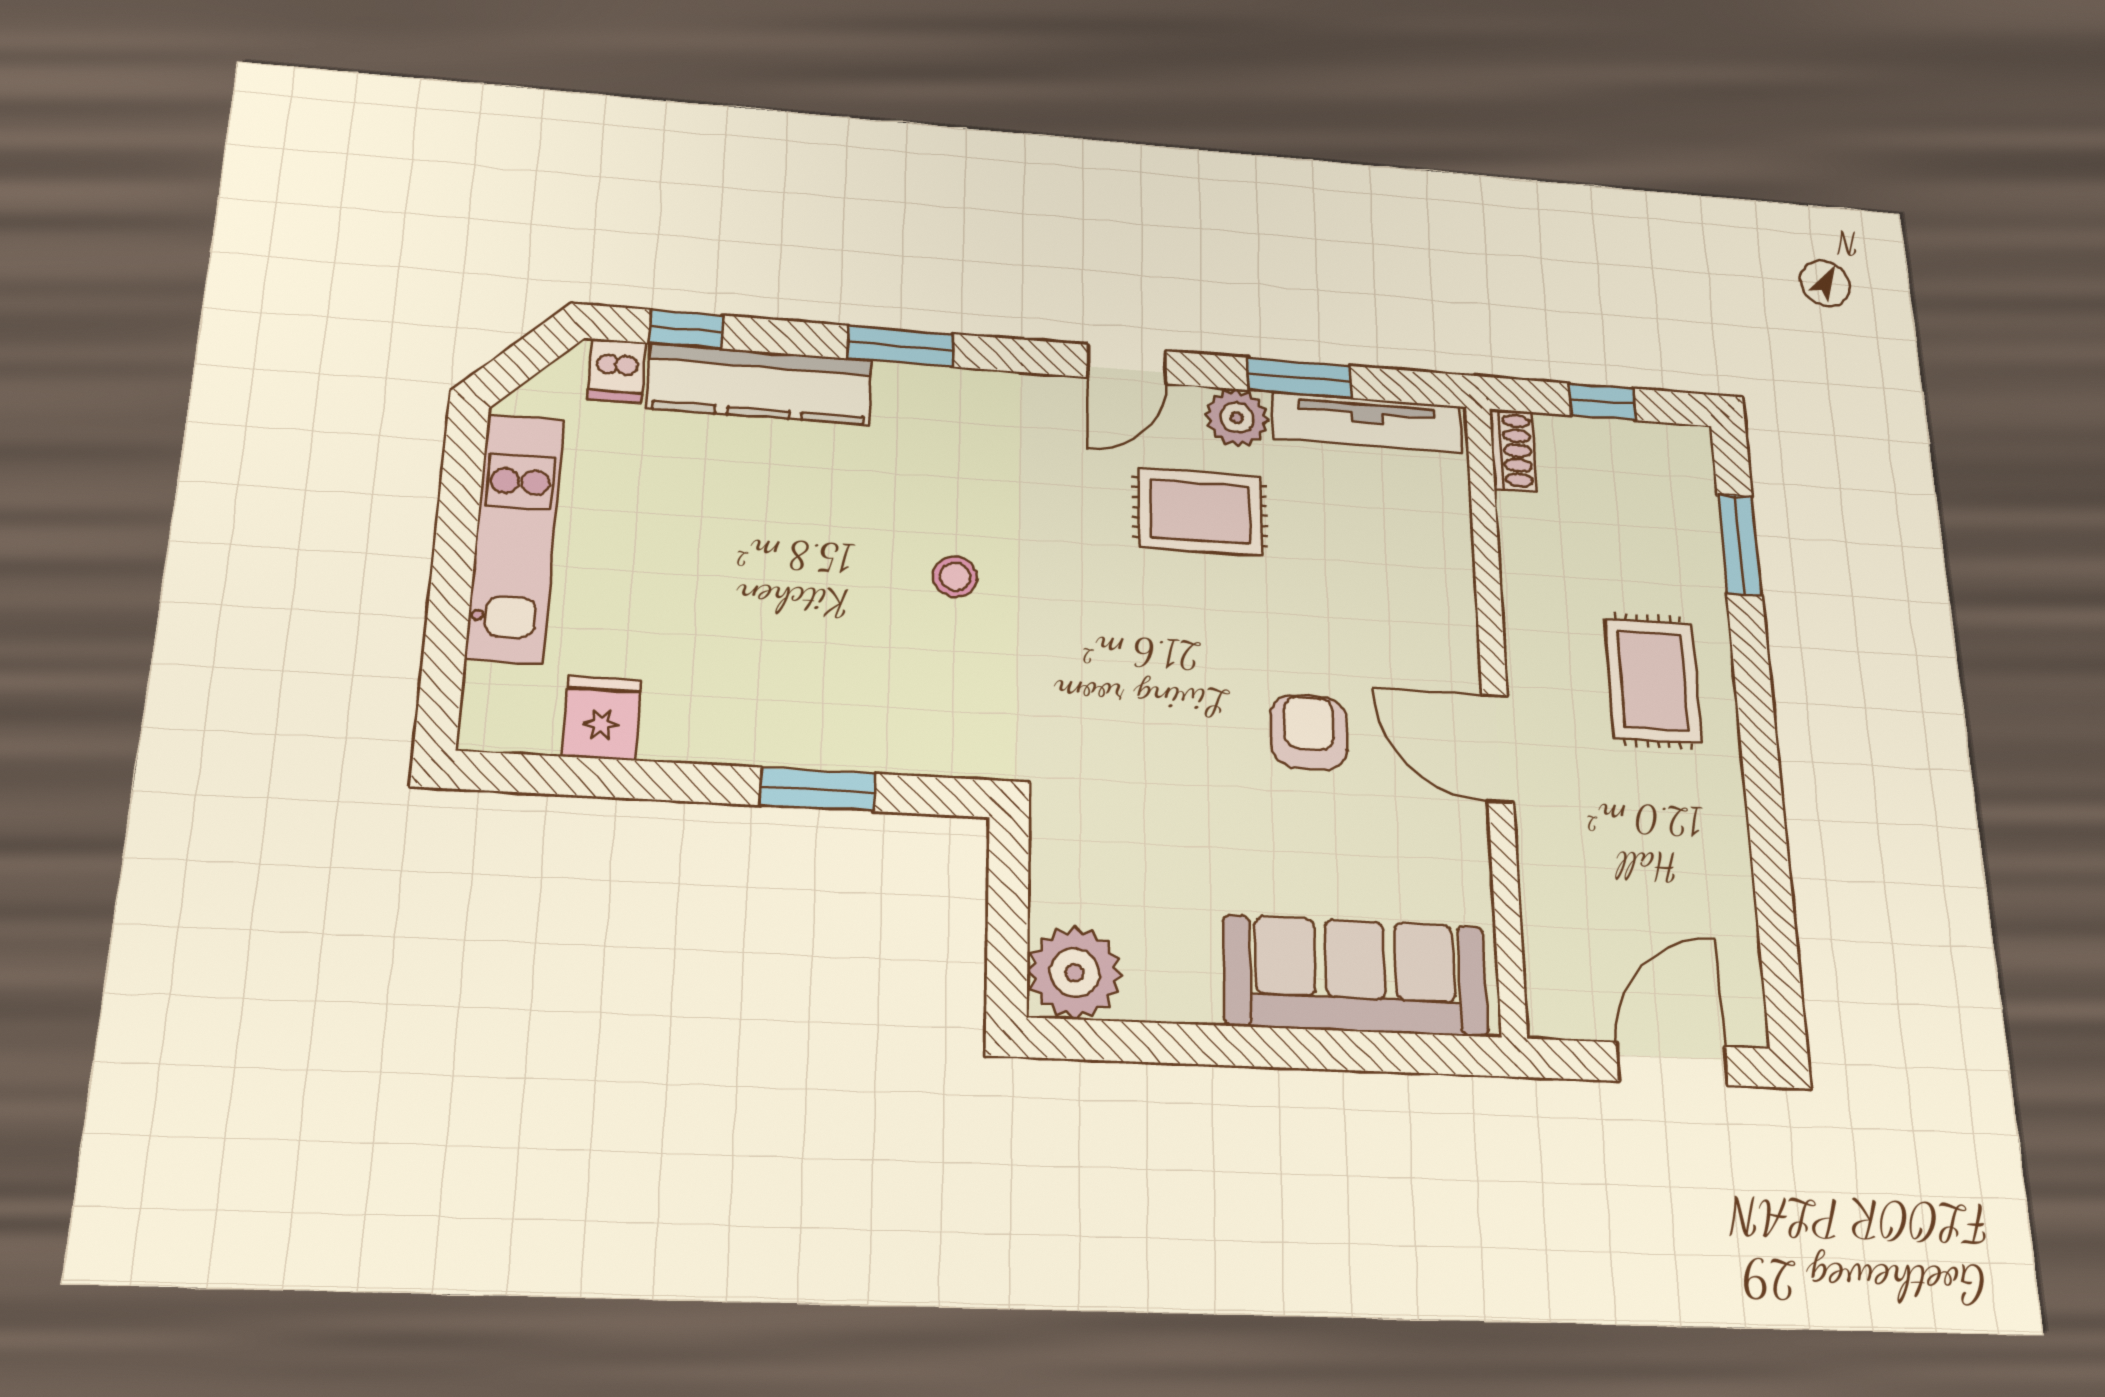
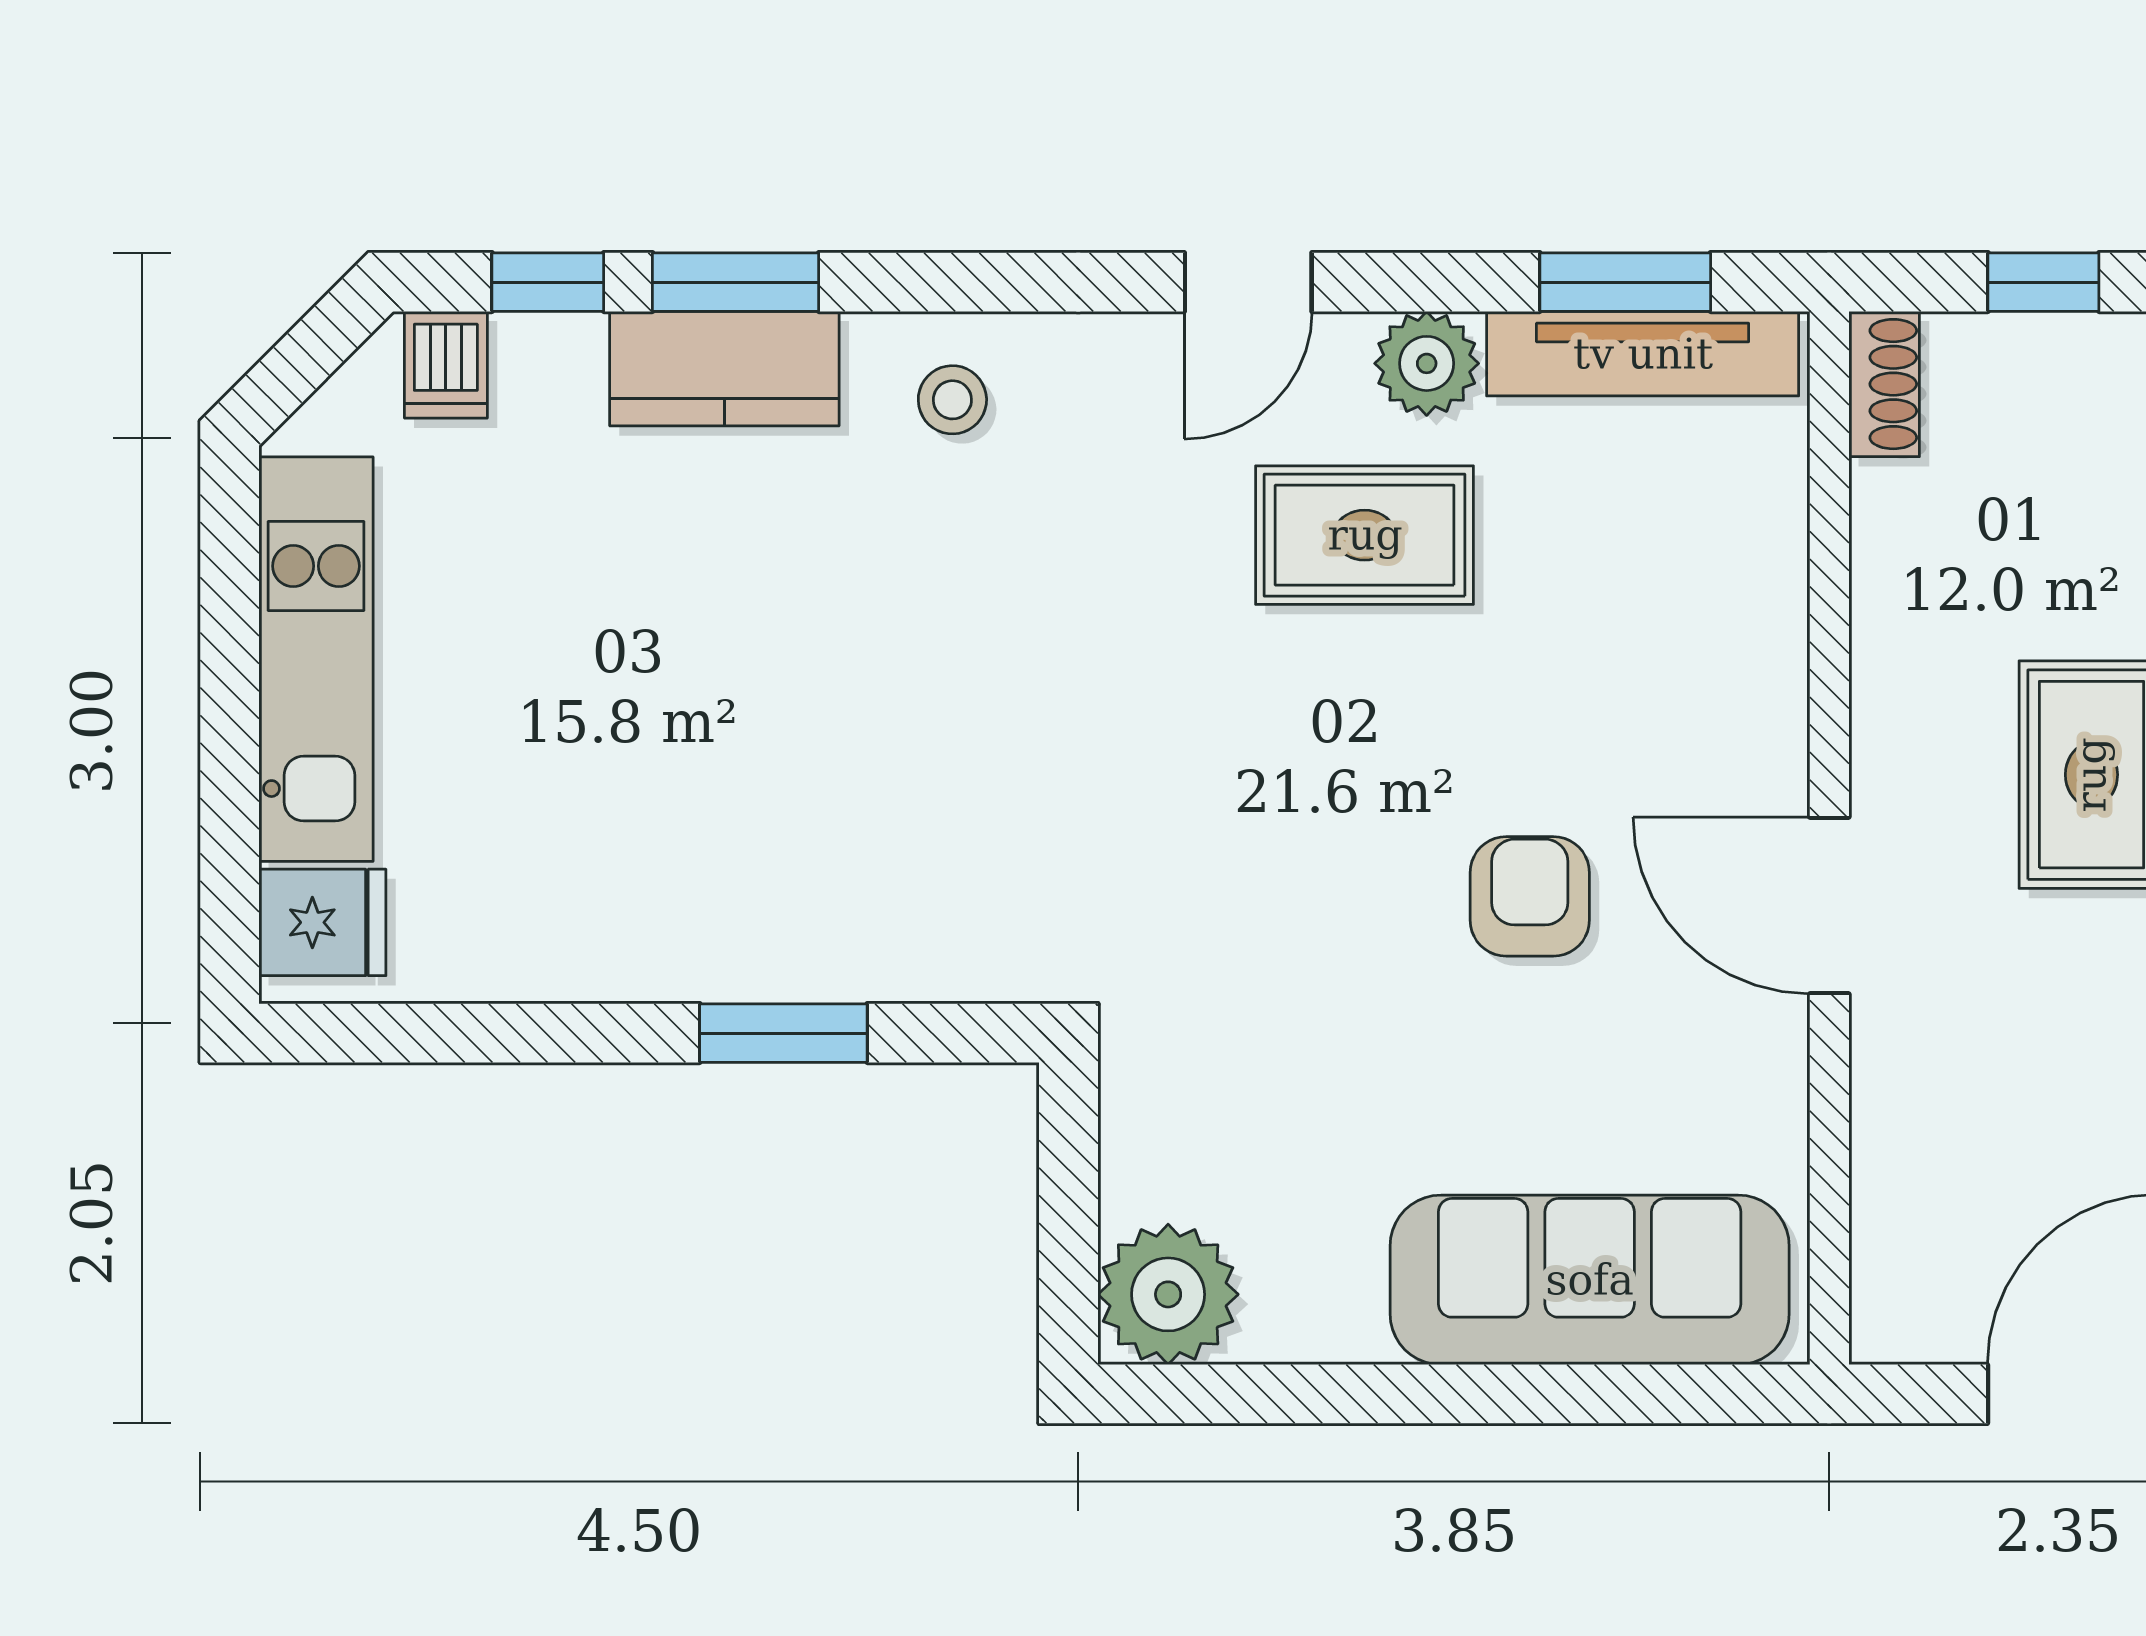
window: (900, 346) -> (736, 282), moved
window: (1299, 378) -> (1625, 282), moved
kitchen counter: (760, 384) -> (724, 369), width x0.67
stool: (955, 577) -> (952, 400), moved
fridge: (602, 718) -> (322, 922), moved, turned 90

